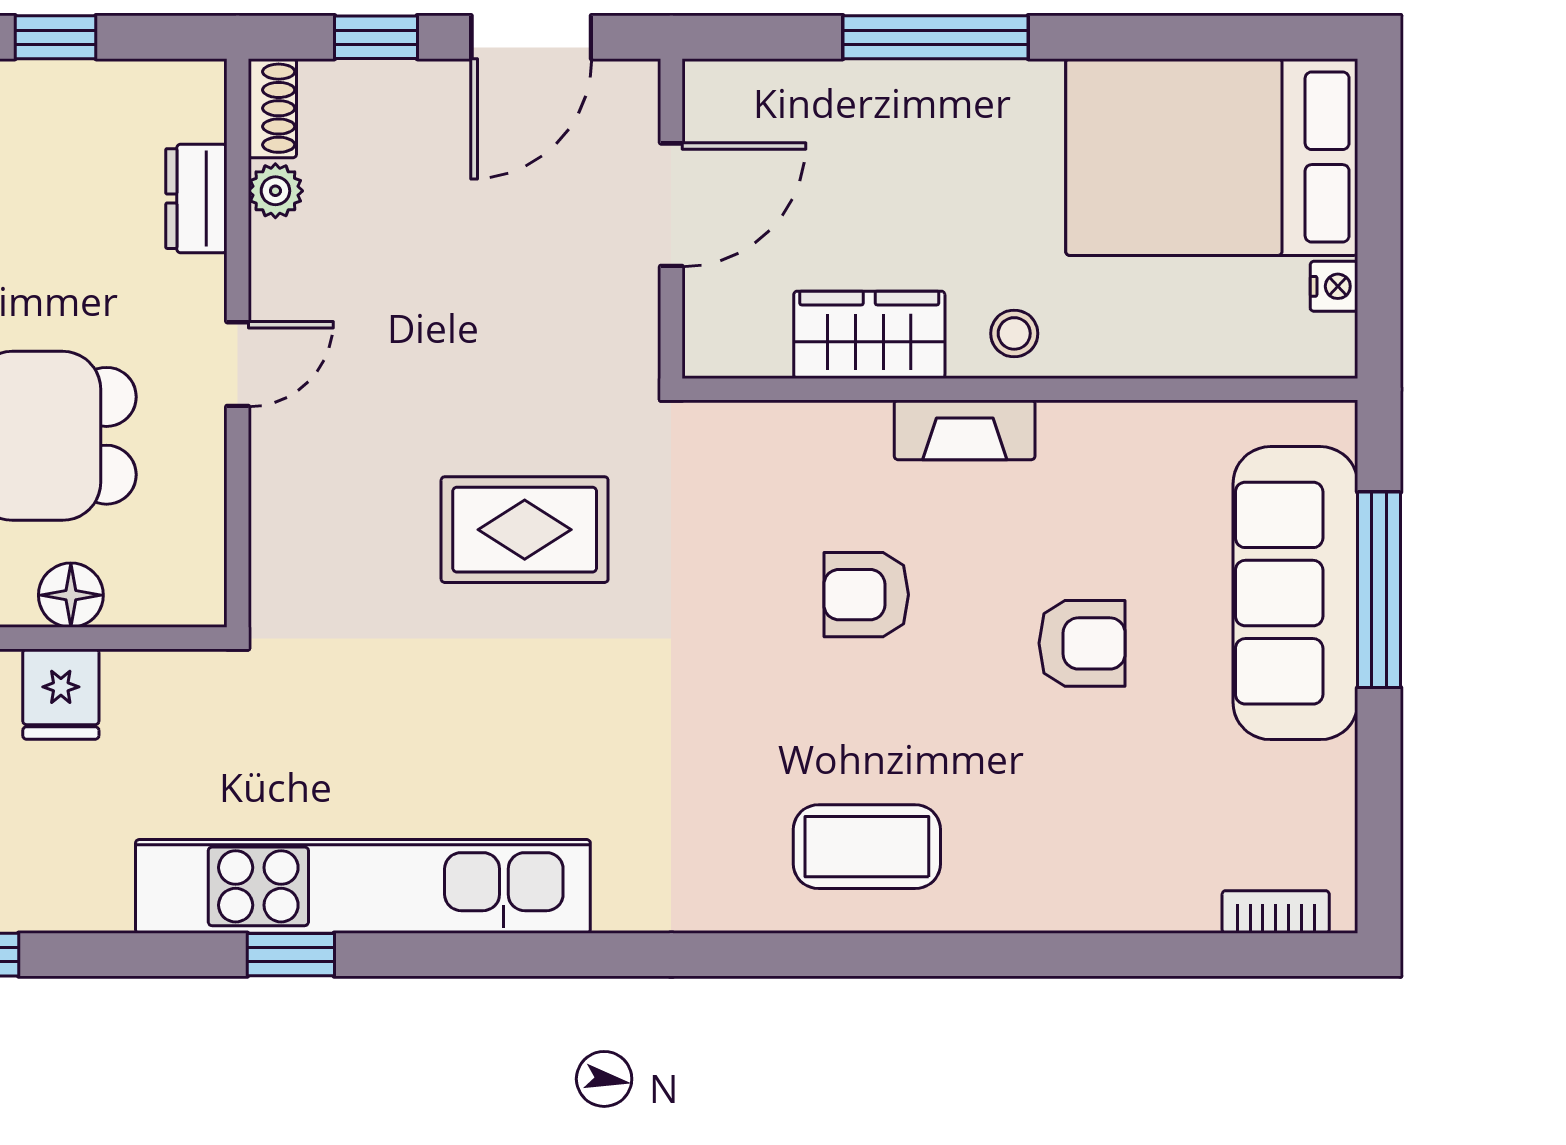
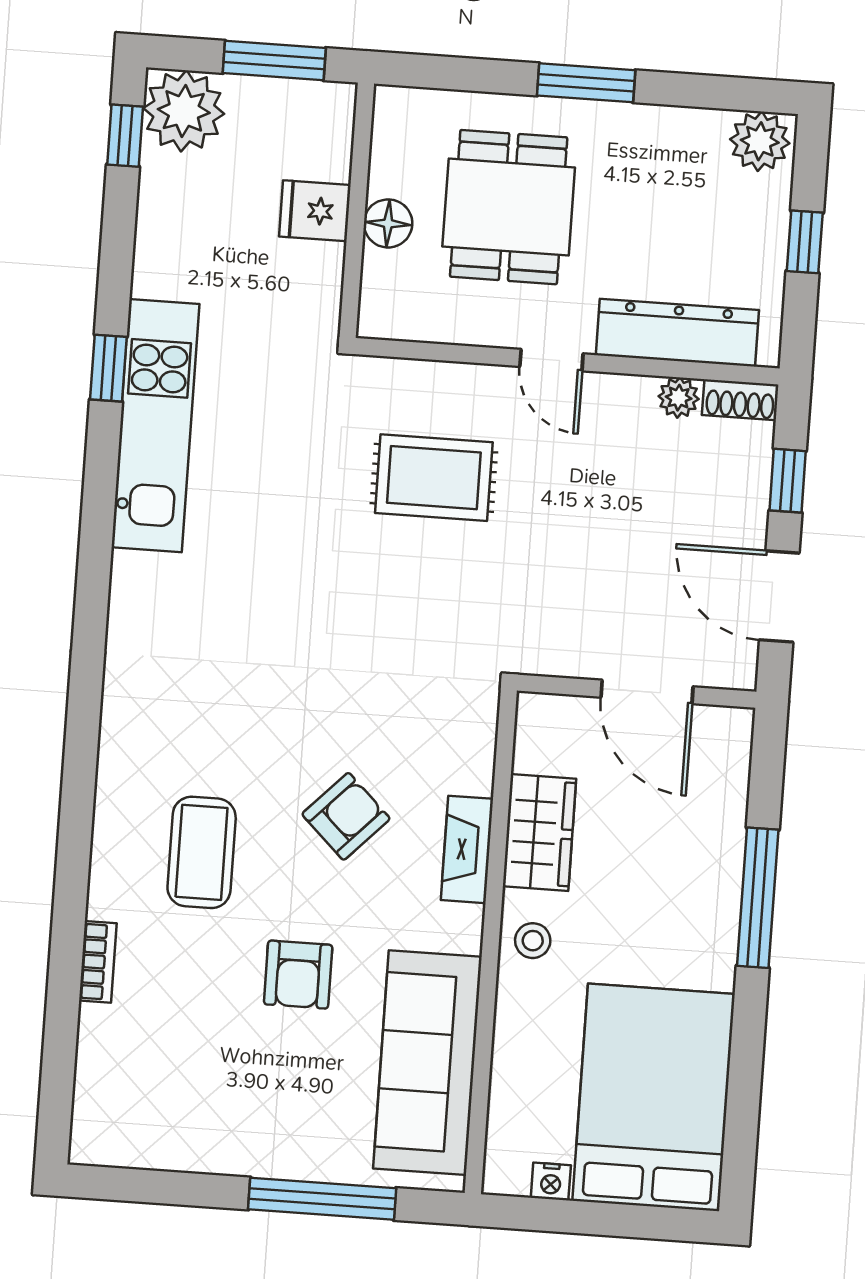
dresser: (196, 199) -> (677, 333), width x1.96, depth x1.24
fireplace: (965, 430) -> (467, 849), moved
rug: (525, 530) -> (434, 478), moved, turned 90
sofa: (1295, 593) -> (428, 1063), moved, turned -90
armchair: (866, 595) -> (346, 816), turned 44
coffee table: (867, 847) -> (202, 852), moved
kitchen unit: (363, 886) -> (155, 426), width x0.73
bookcase: (1276, 912) -> (98, 962), moved

